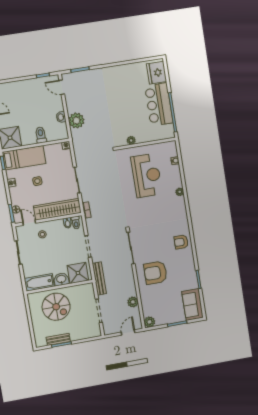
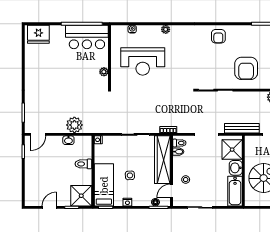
bar counter: (159, 104) -> (87, 37), moved
reception desk: (147, 175) -> (143, 61), turned 180

